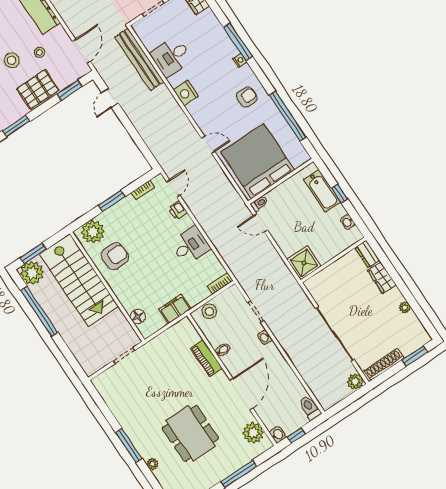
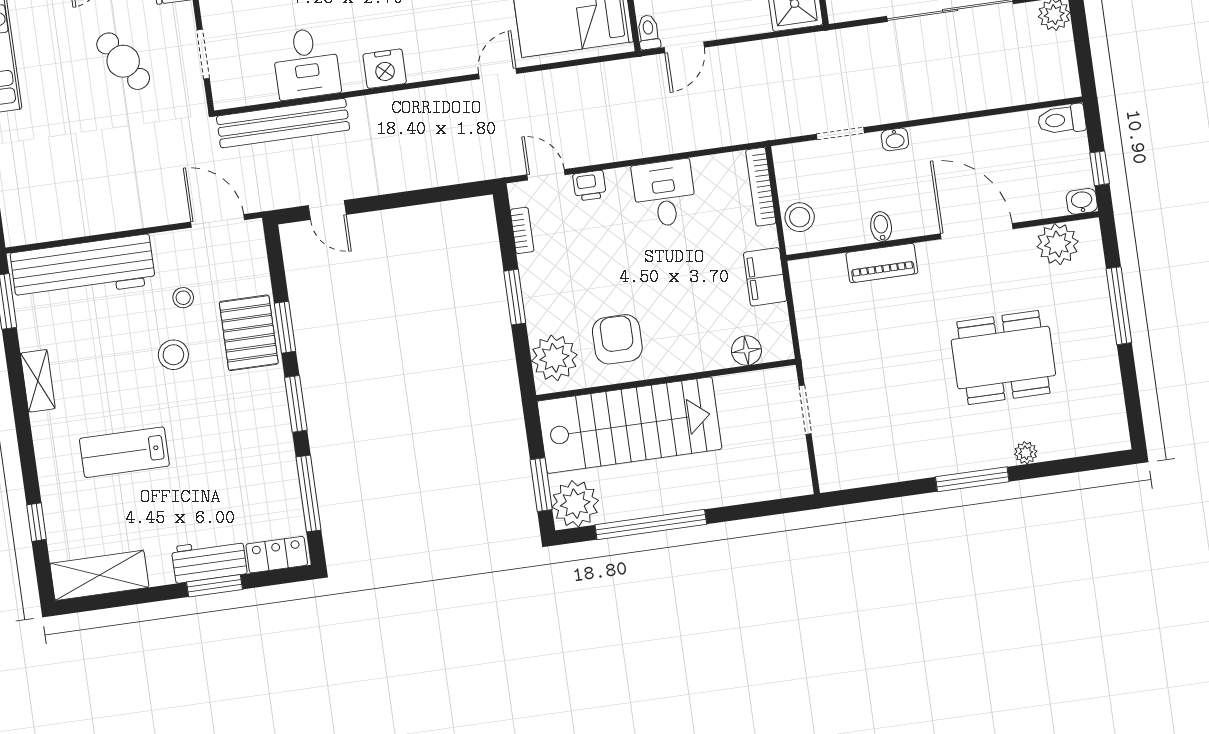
window: (69, 90) -> (285, 327), moved
bookcase: (220, 283) -> (761, 187), width x1.56

